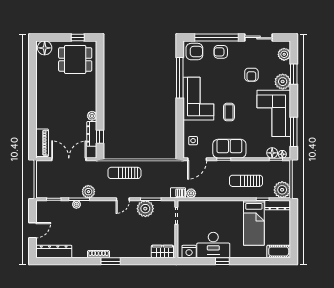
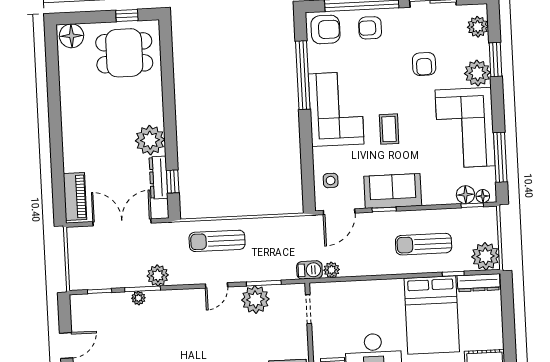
plant: (92, 116) -> (150, 140), width x1.88, depth x1.88
bed: (254, 223) -> (432, 315), width x1.50

